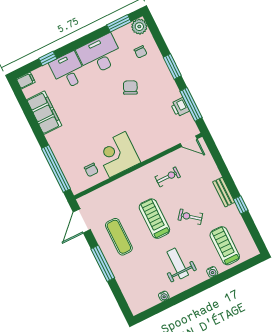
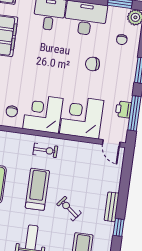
chair: (130, 88) -> (93, 64), turned -120
corner desk: (151, 136) -> (82, 117), added
exercise bike: (168, 177) -> (45, 150), moved

